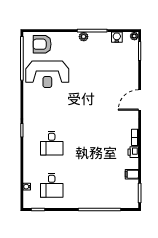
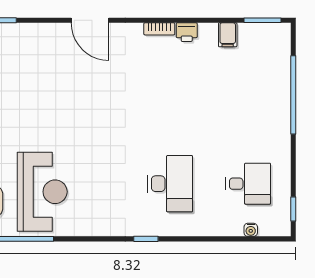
desk: (52, 143) -> (170, 184), width x1.37

